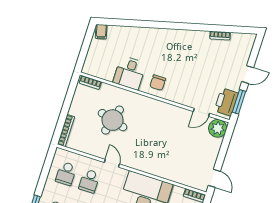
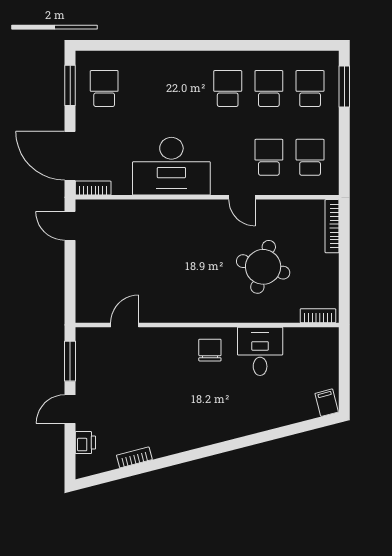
printer: (226, 102) -> (85, 443), moved, width x0.53, depth x0.68
plant: (218, 128) -> (90, 308), removed

